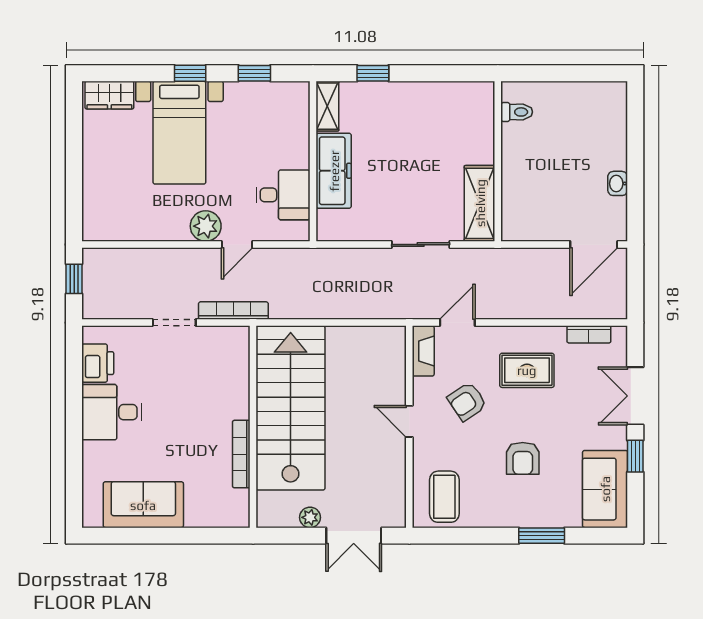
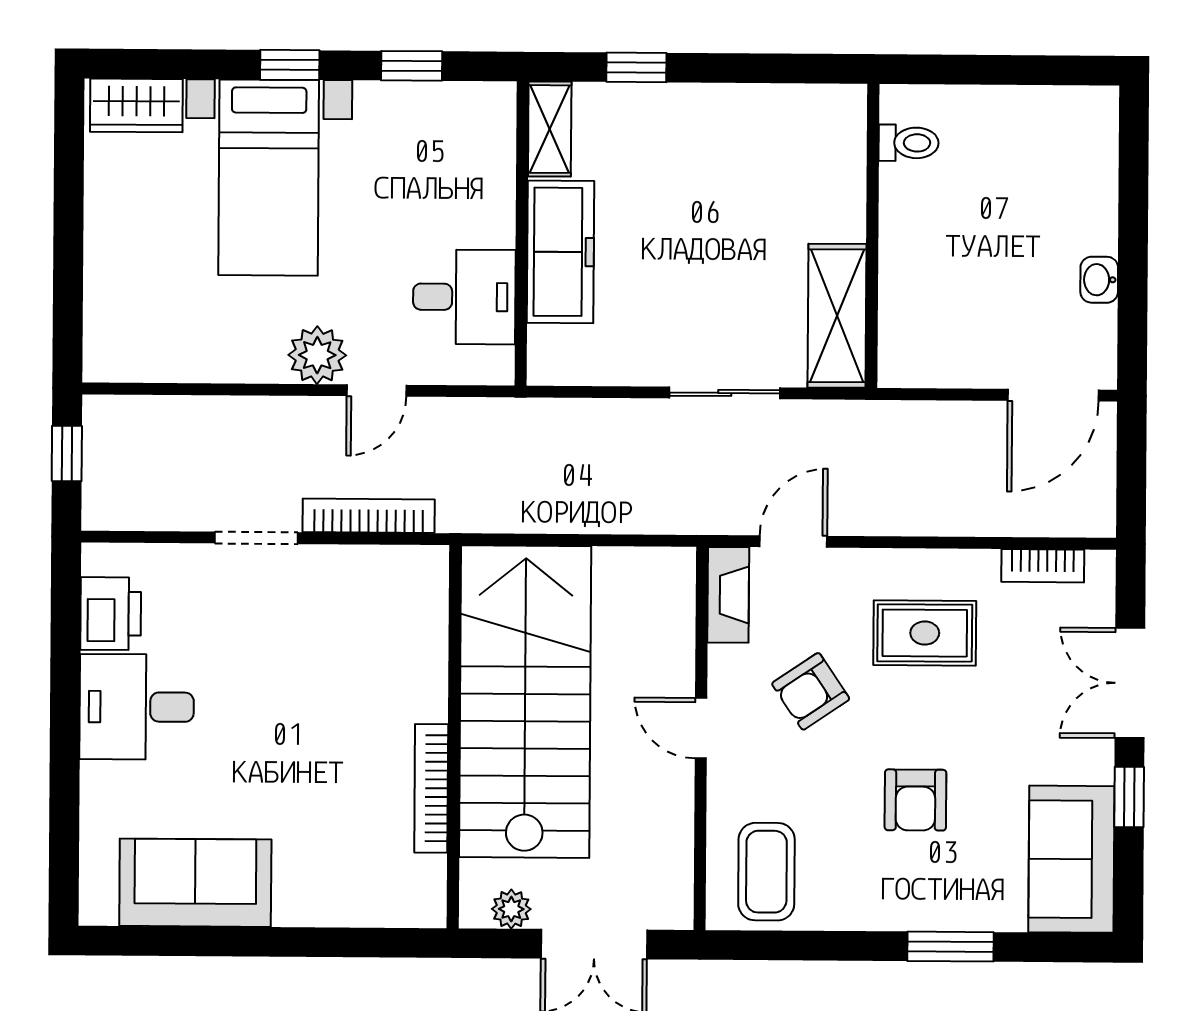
stairs: (291, 408) -> (525, 702), moved
wall: (253, 427) -> (454, 737), moved
bookcase: (241, 454) -> (431, 788), moved

